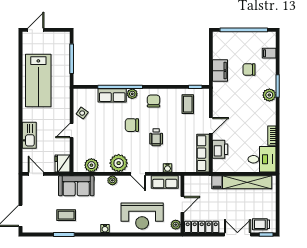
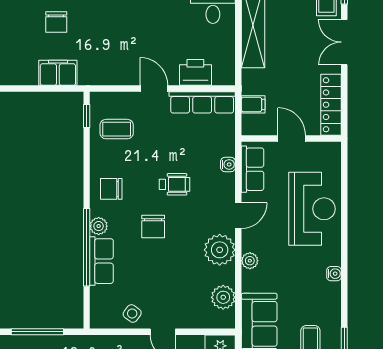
filing cabinet: (217, 182) -> (253, 104), moved
plant: (176, 225) -> (327, 150), removed

